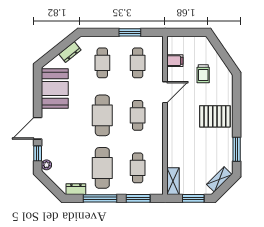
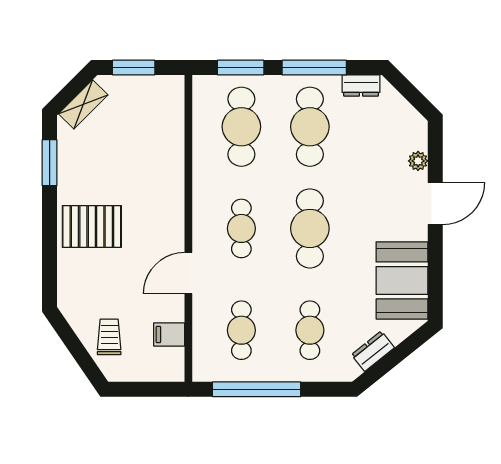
window: (130, 32) -> (257, 389), width x2.11
trolley: (203, 74) -> (109, 337), moved
window: (38, 153) -> (435, 155), removed
plant: (46, 165) -> (418, 161), moved
cafe table: (138, 168) -> (241, 127), width x1.37, depth x1.35
shelving: (173, 181) -> (173, 101), removed

